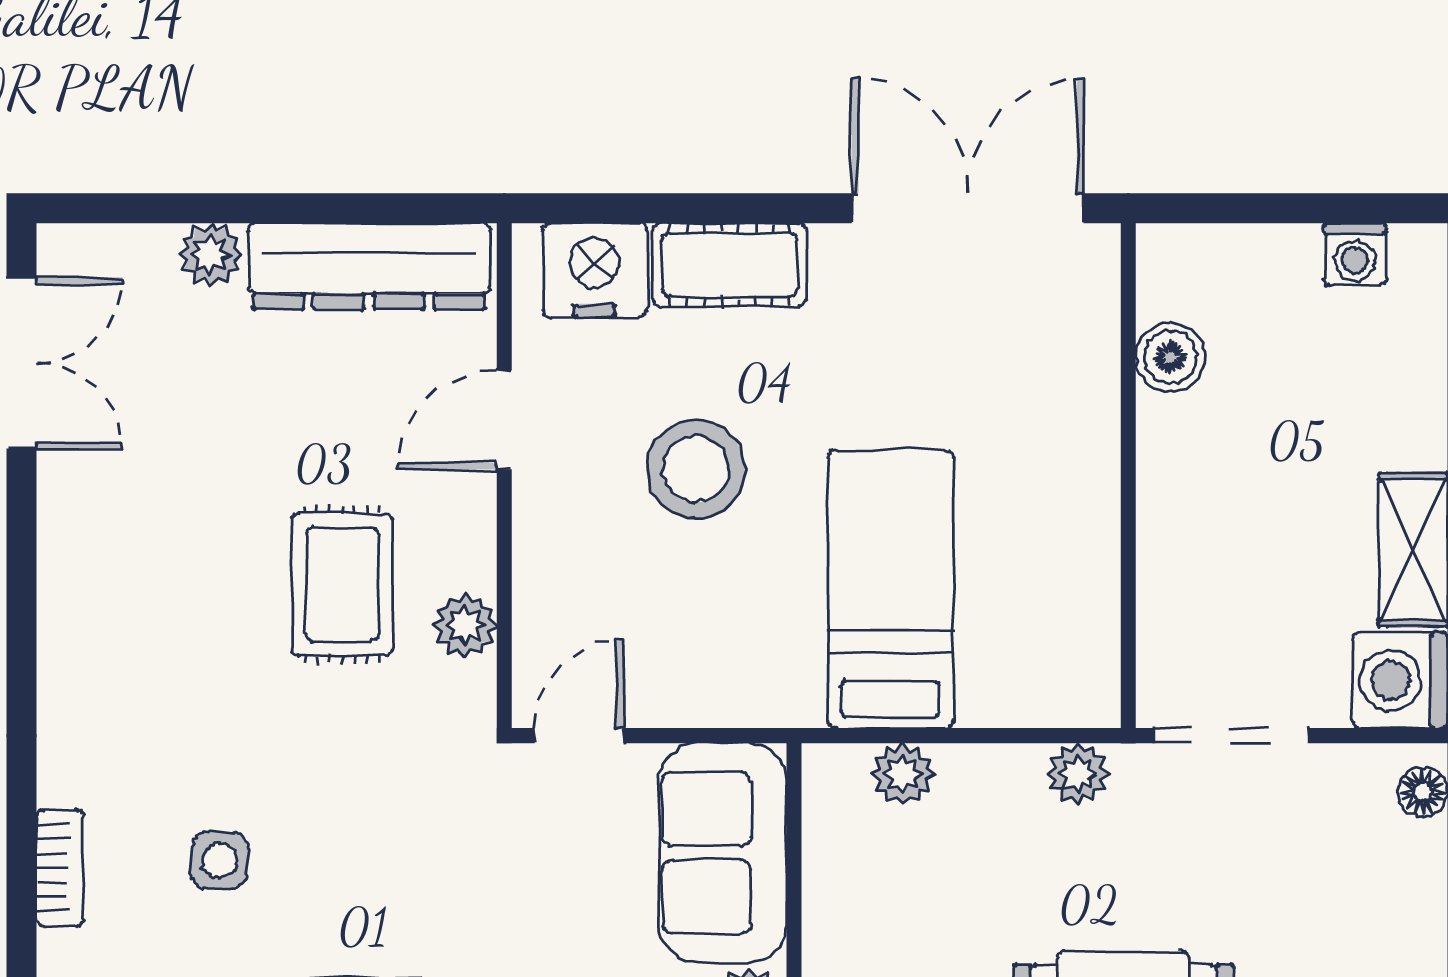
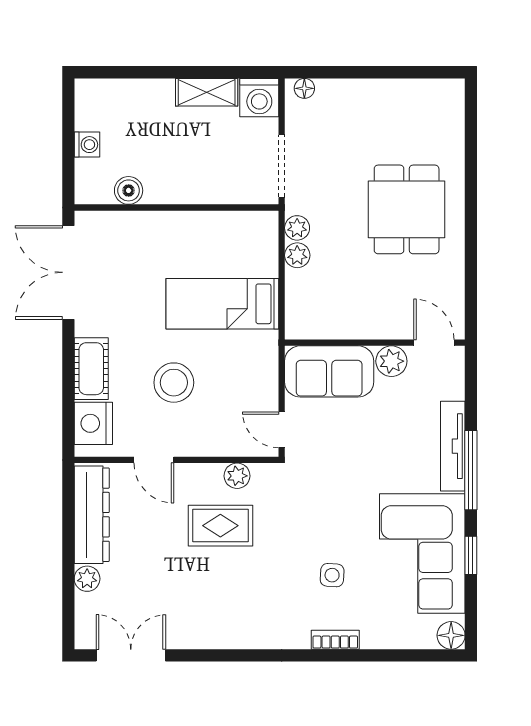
washing machine: (1355, 254) -> (87, 145), moved
plant: (903, 774) -> (297, 255), moved

